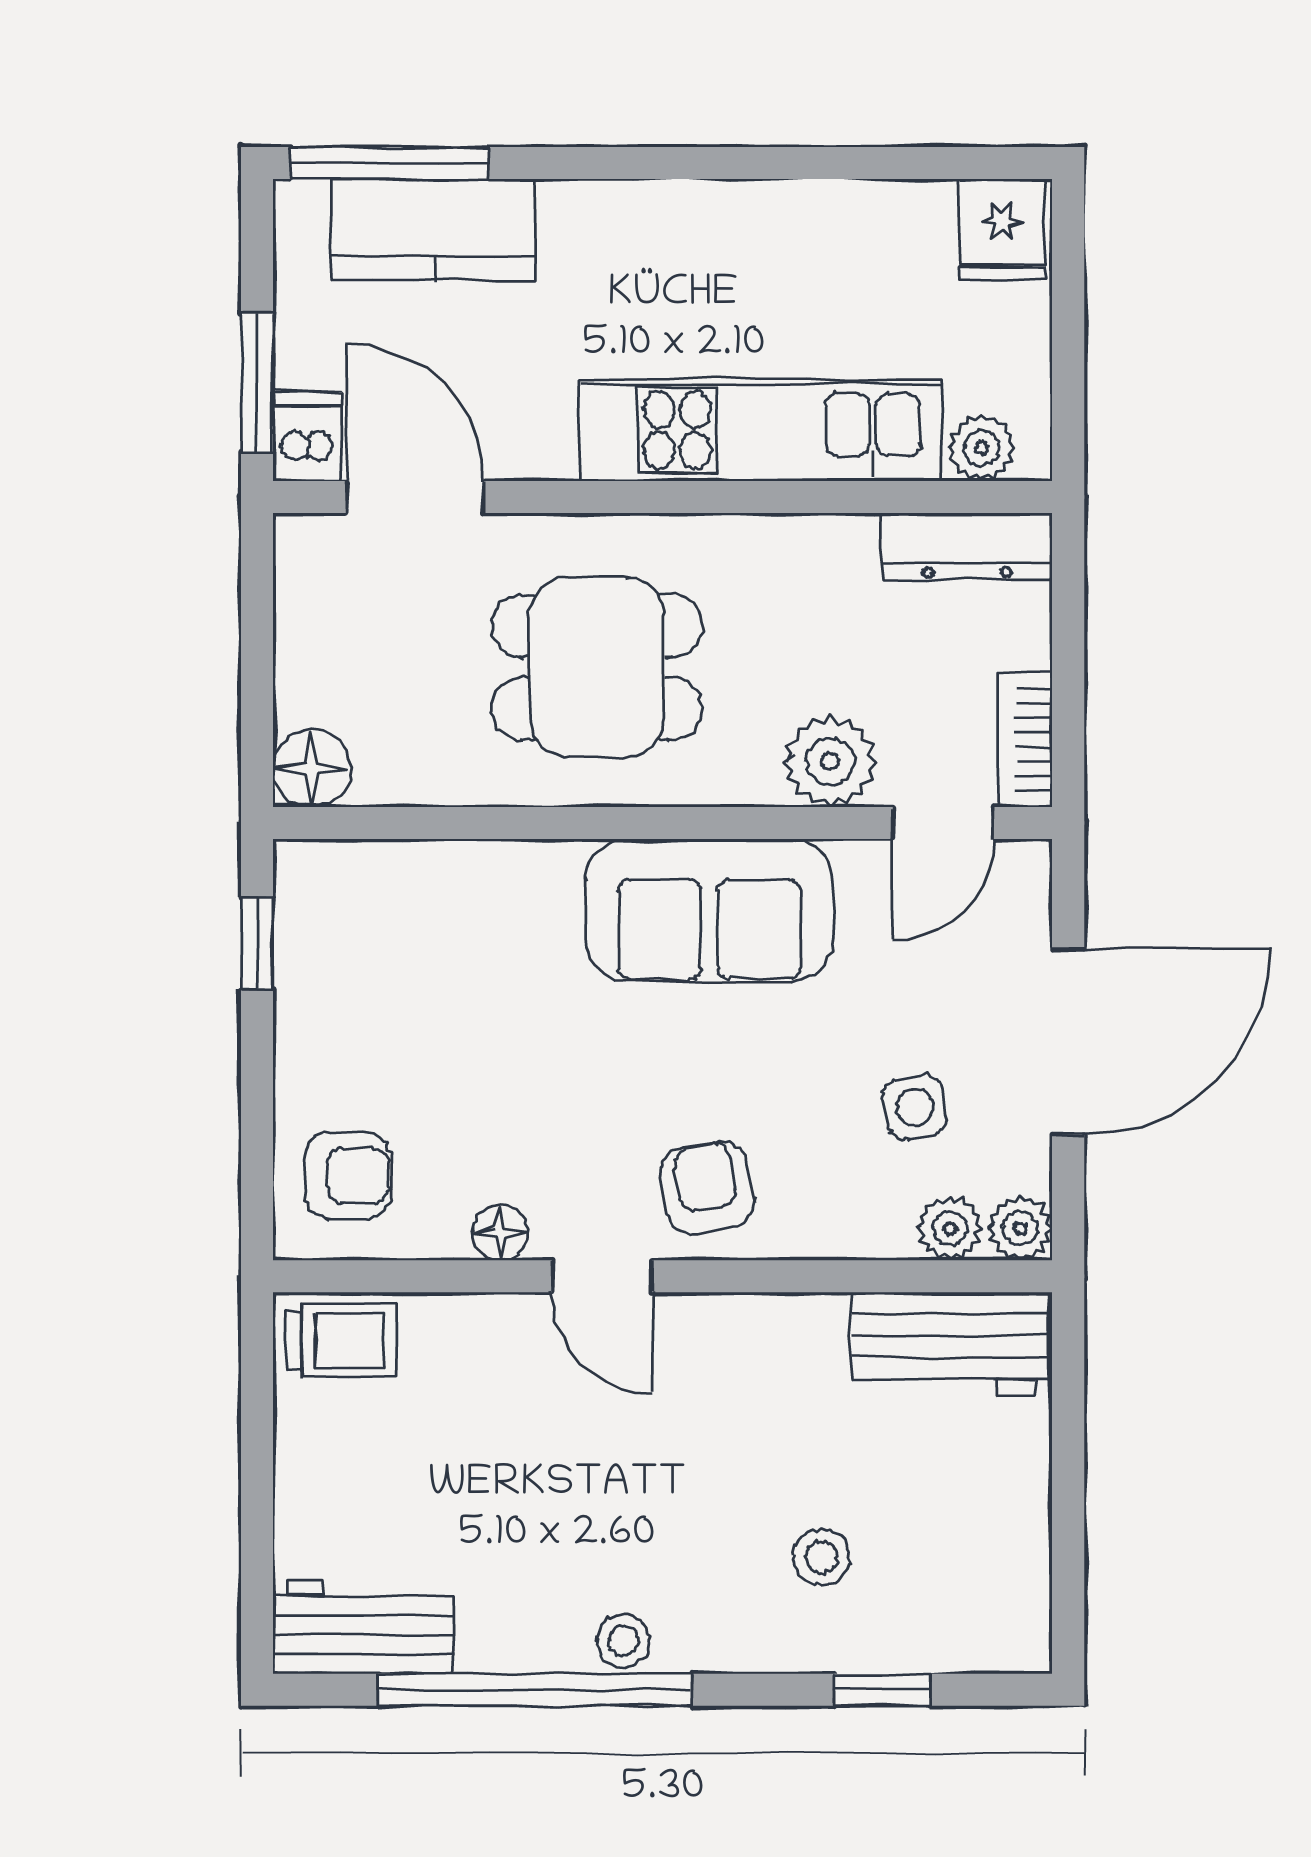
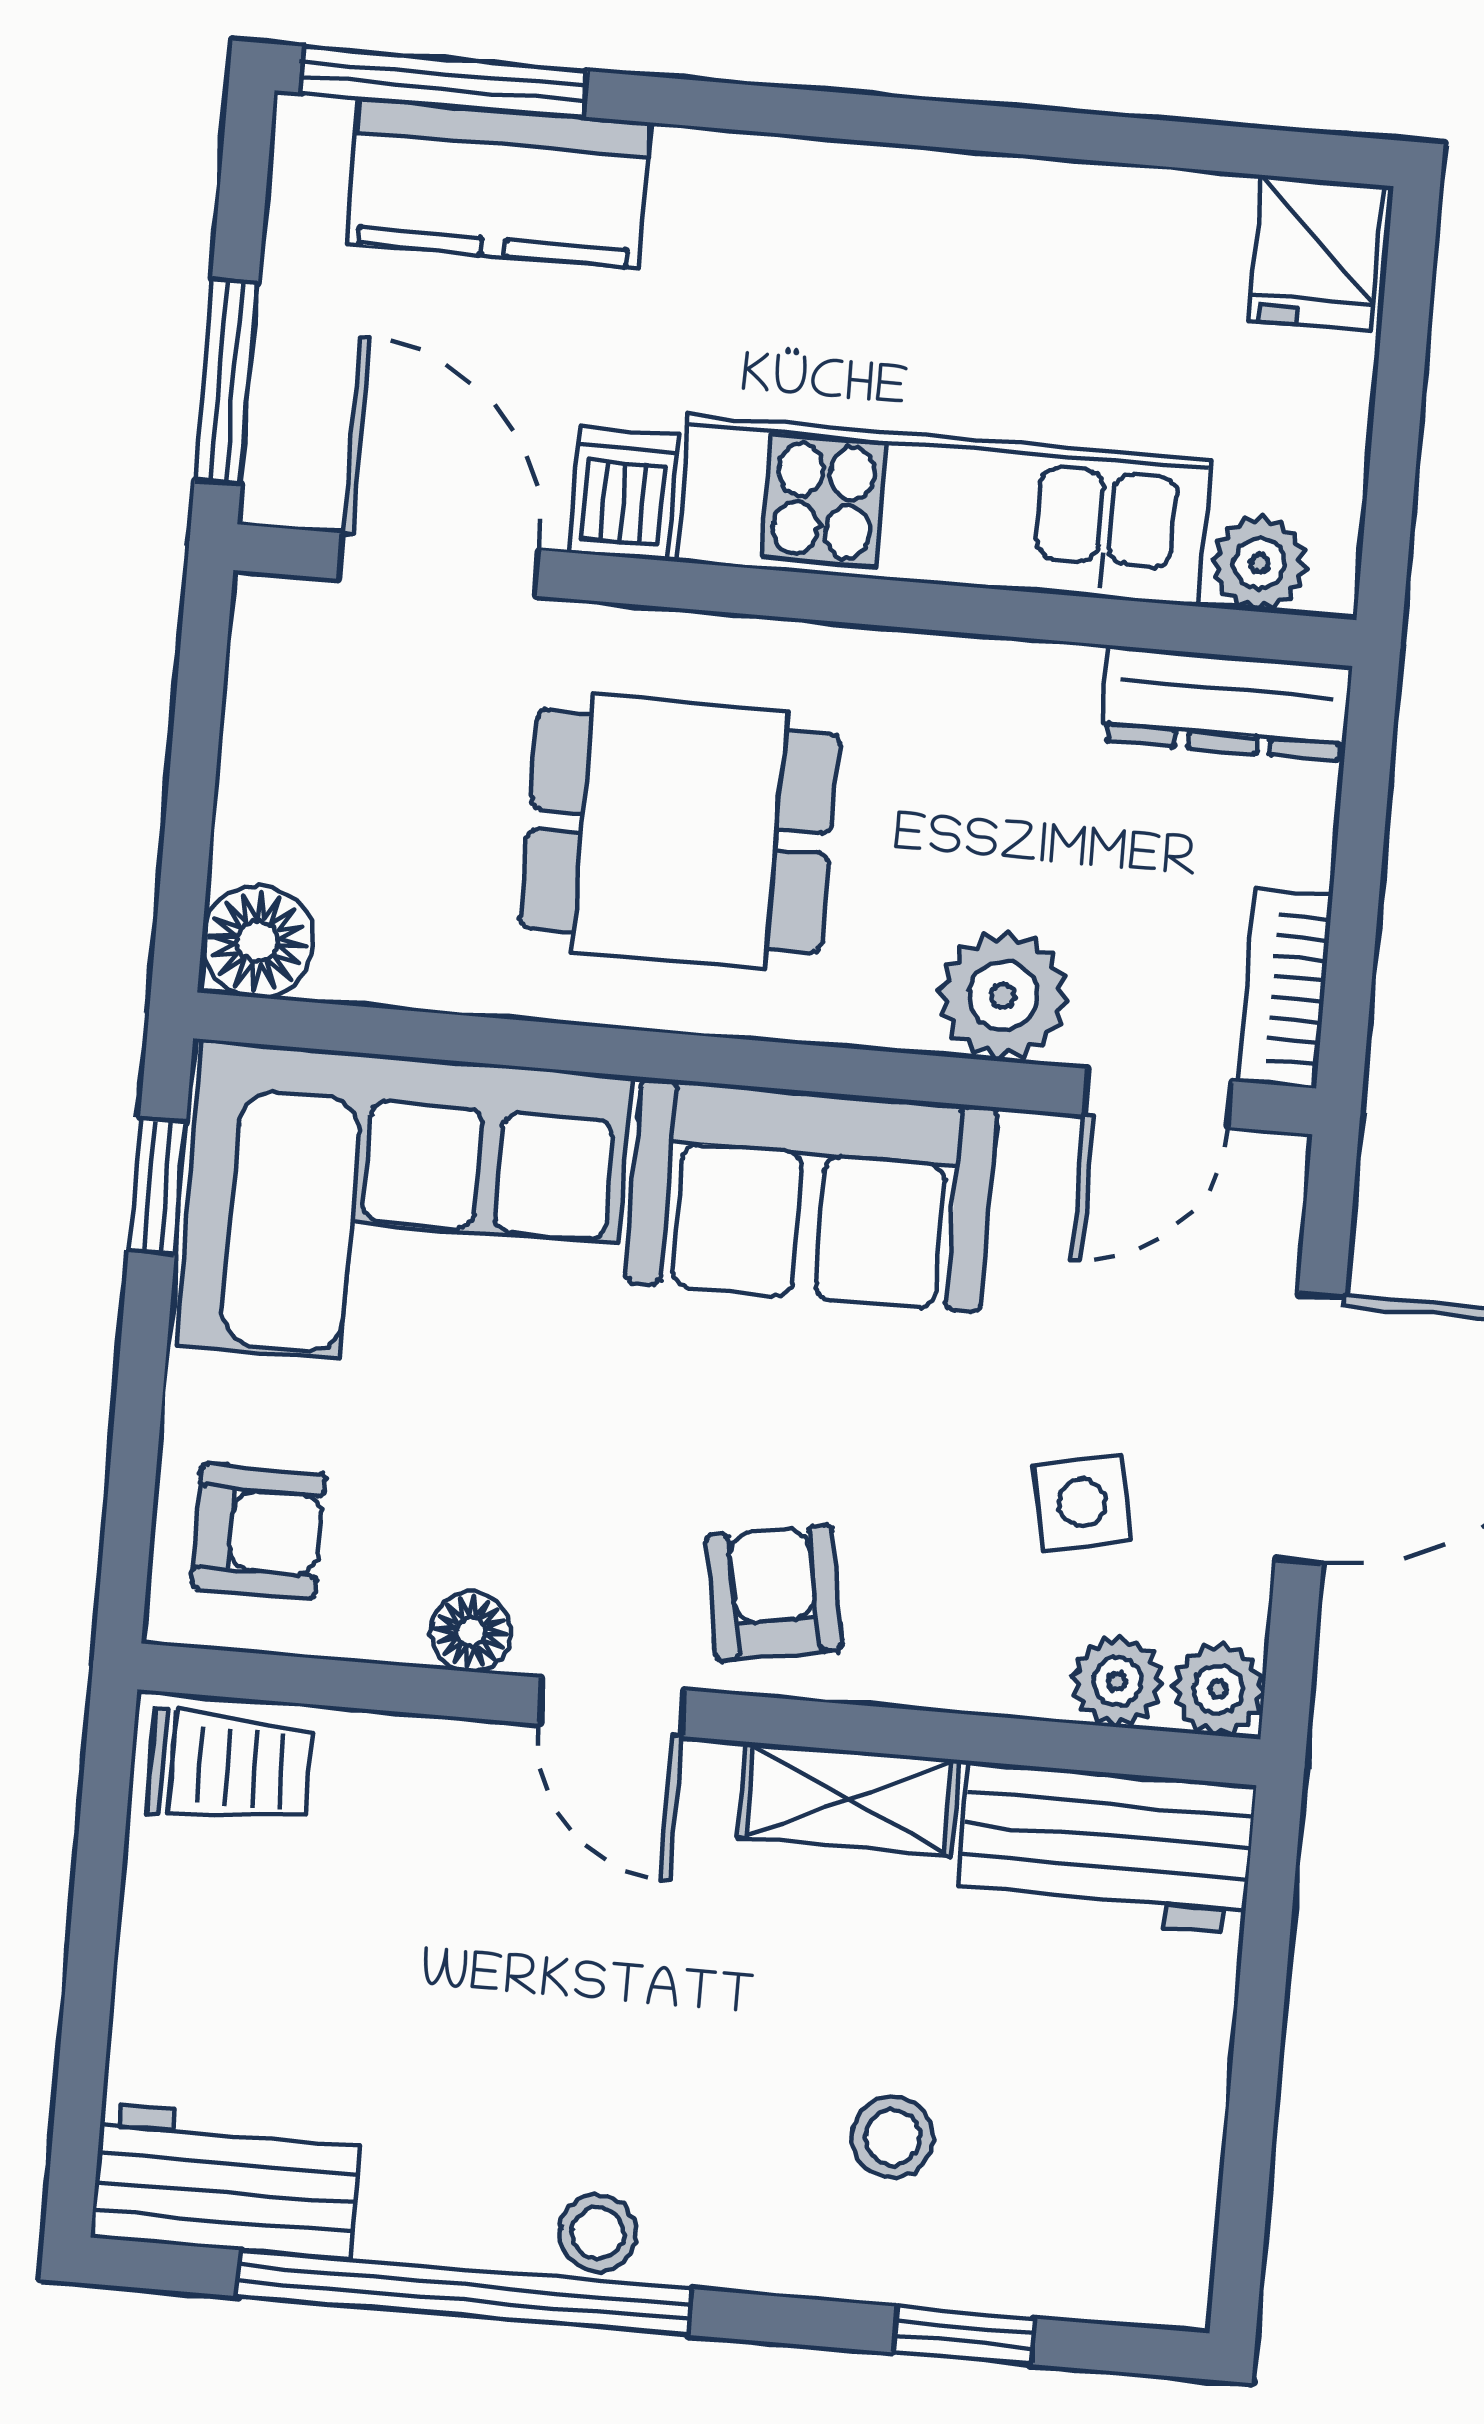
dishwasher: (307, 437) -> (624, 493), moved
corner sofa: (429, 946) -> (404, 1211), added
shelving: (771, 1326) -> (848, 1799), added

